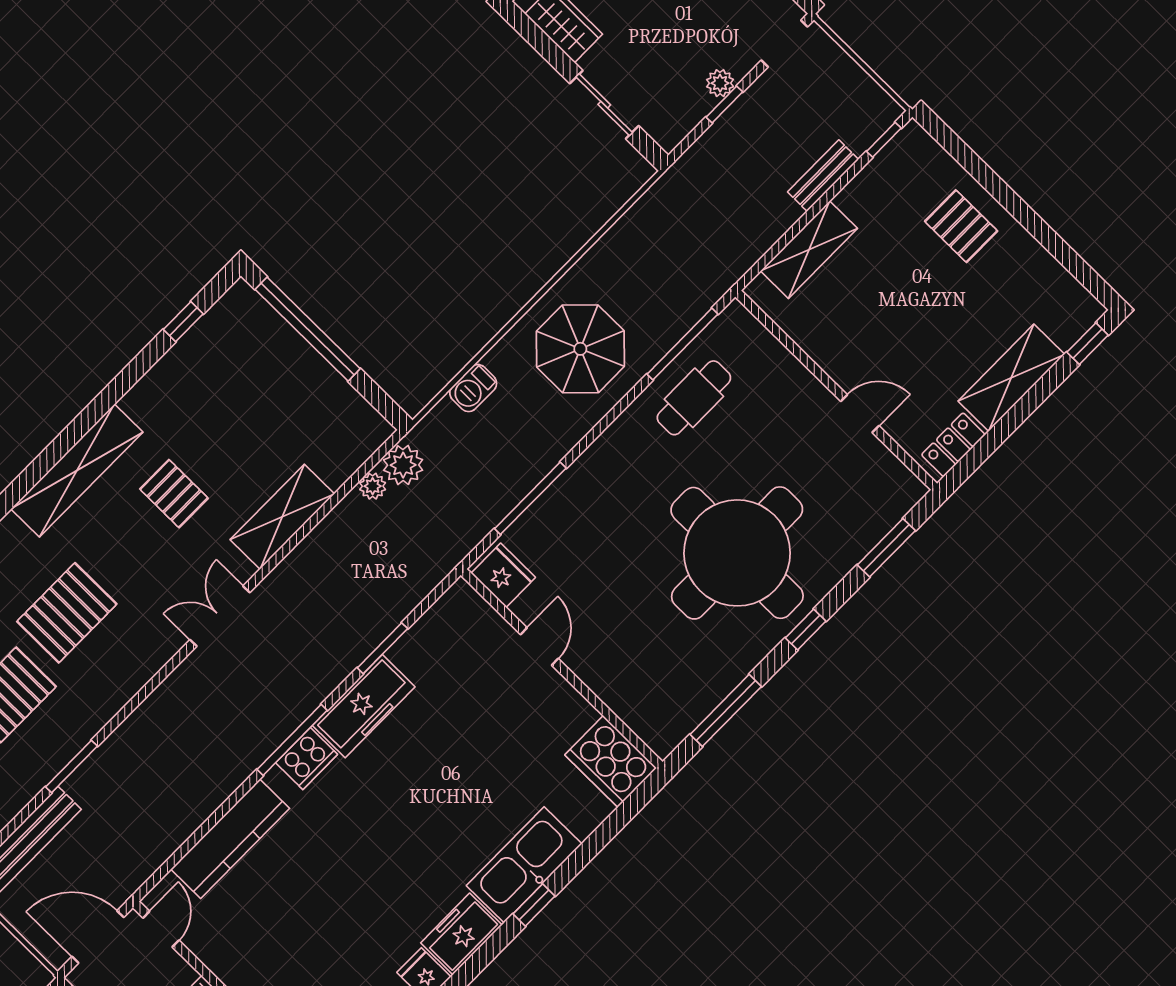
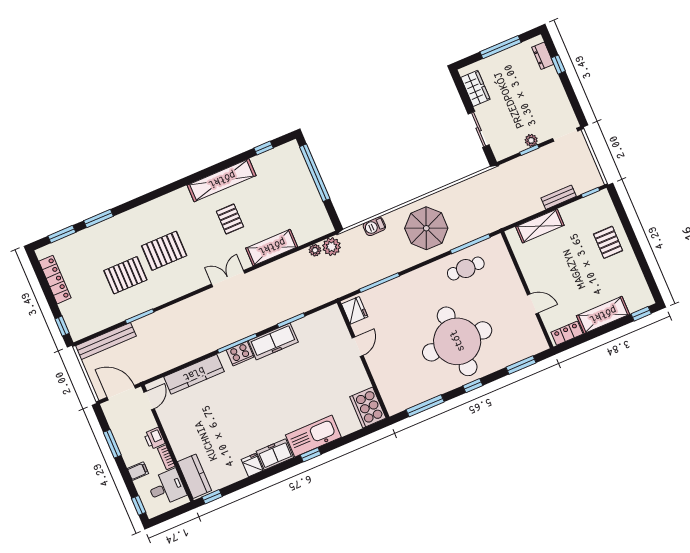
shelving: (77, 471) -> (222, 180), moved

